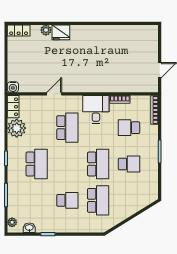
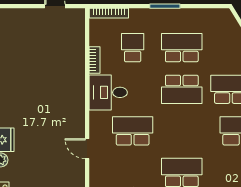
school desk: (129, 128) -> (133, 48), turned 180
school desk: (98, 164) -> (182, 89), turned 180
school desk: (129, 164) -> (182, 48), width x1.85

